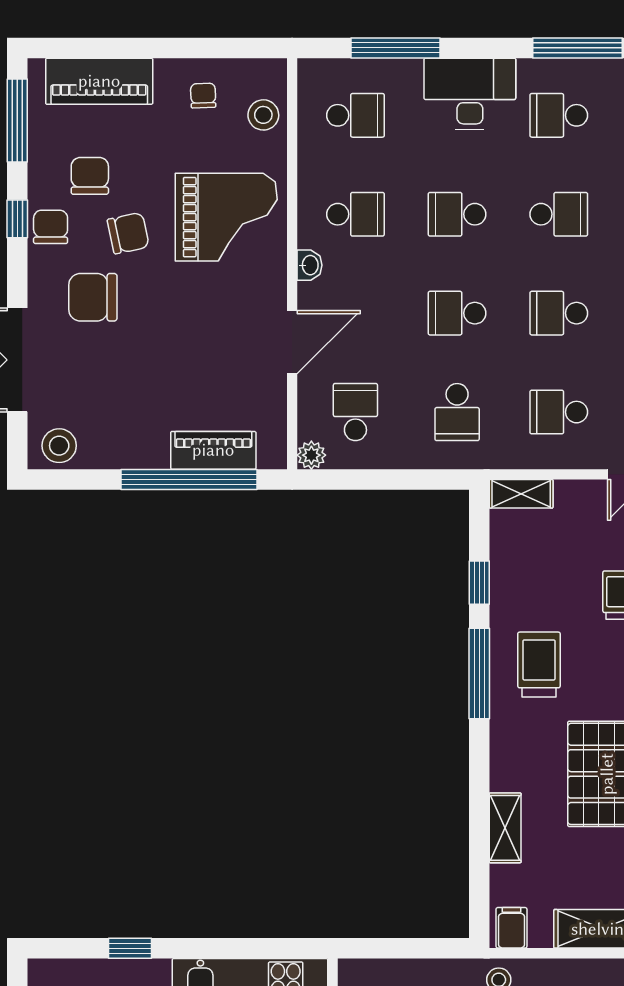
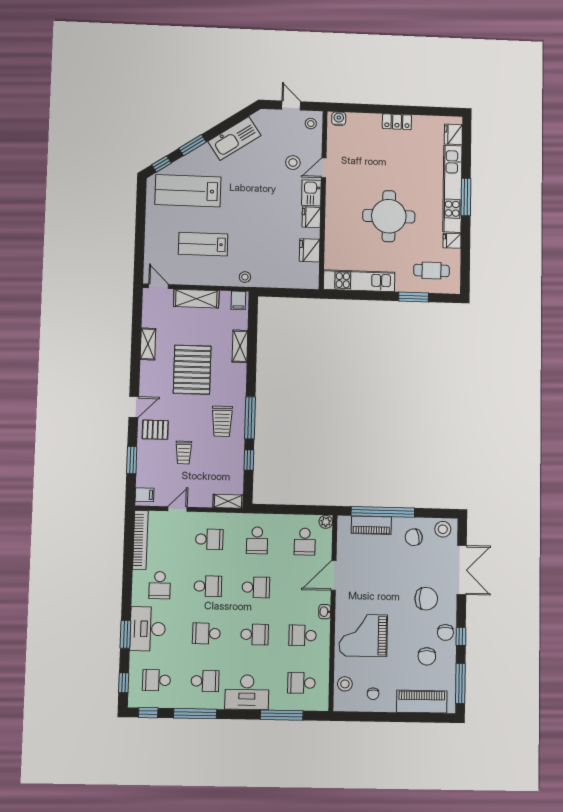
chair: (128, 233) -> (414, 537), moved
school desk: (457, 412) -> (257, 540), turned 180
window: (130, 948) -> (414, 297), width x1.50

